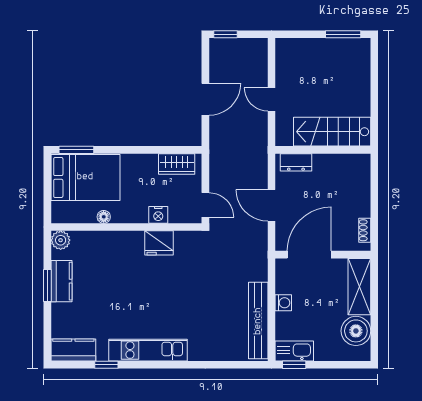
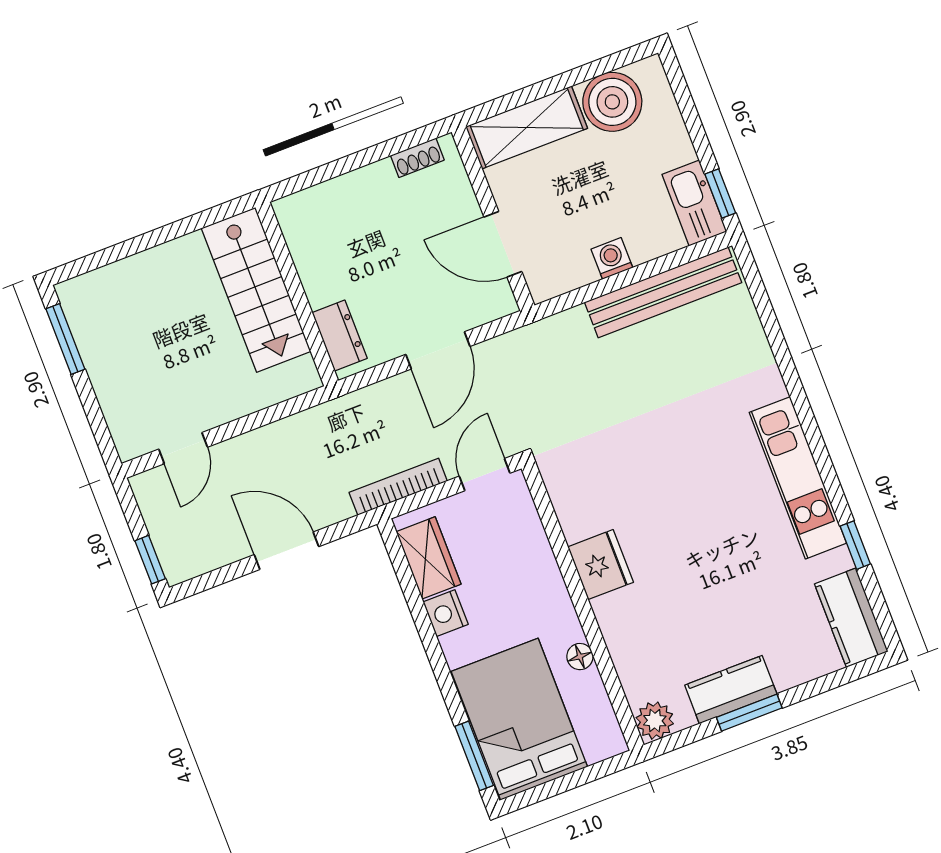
door: (271, 99) -> (183, 448), moved
bookcase: (215, 163) -> (398, 487), added
nightstand: (158, 215) -> (446, 613), moved, turned 180
fridge: (159, 243) -> (601, 565), moved
door: (309, 255) -> (503, 244), width x0.73

